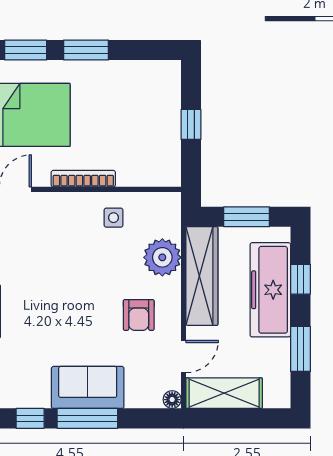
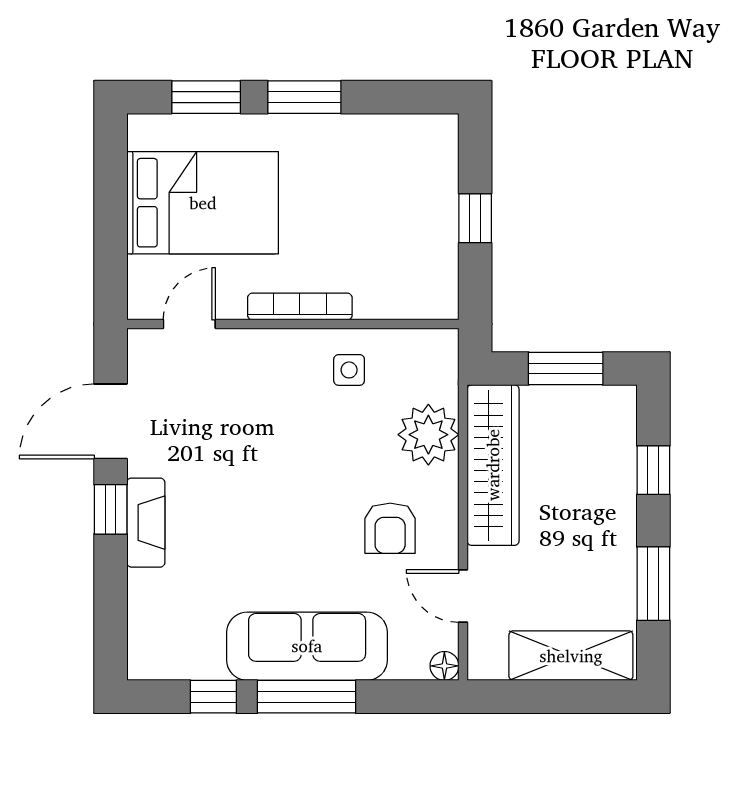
freezer: (270, 290) -> (604, 487), removed
door: (183, 357) -> (463, 596), swing flipped
sofa: (88, 387) -> (307, 646), width x1.36
shelving: (224, 393) -> (571, 656), moved

